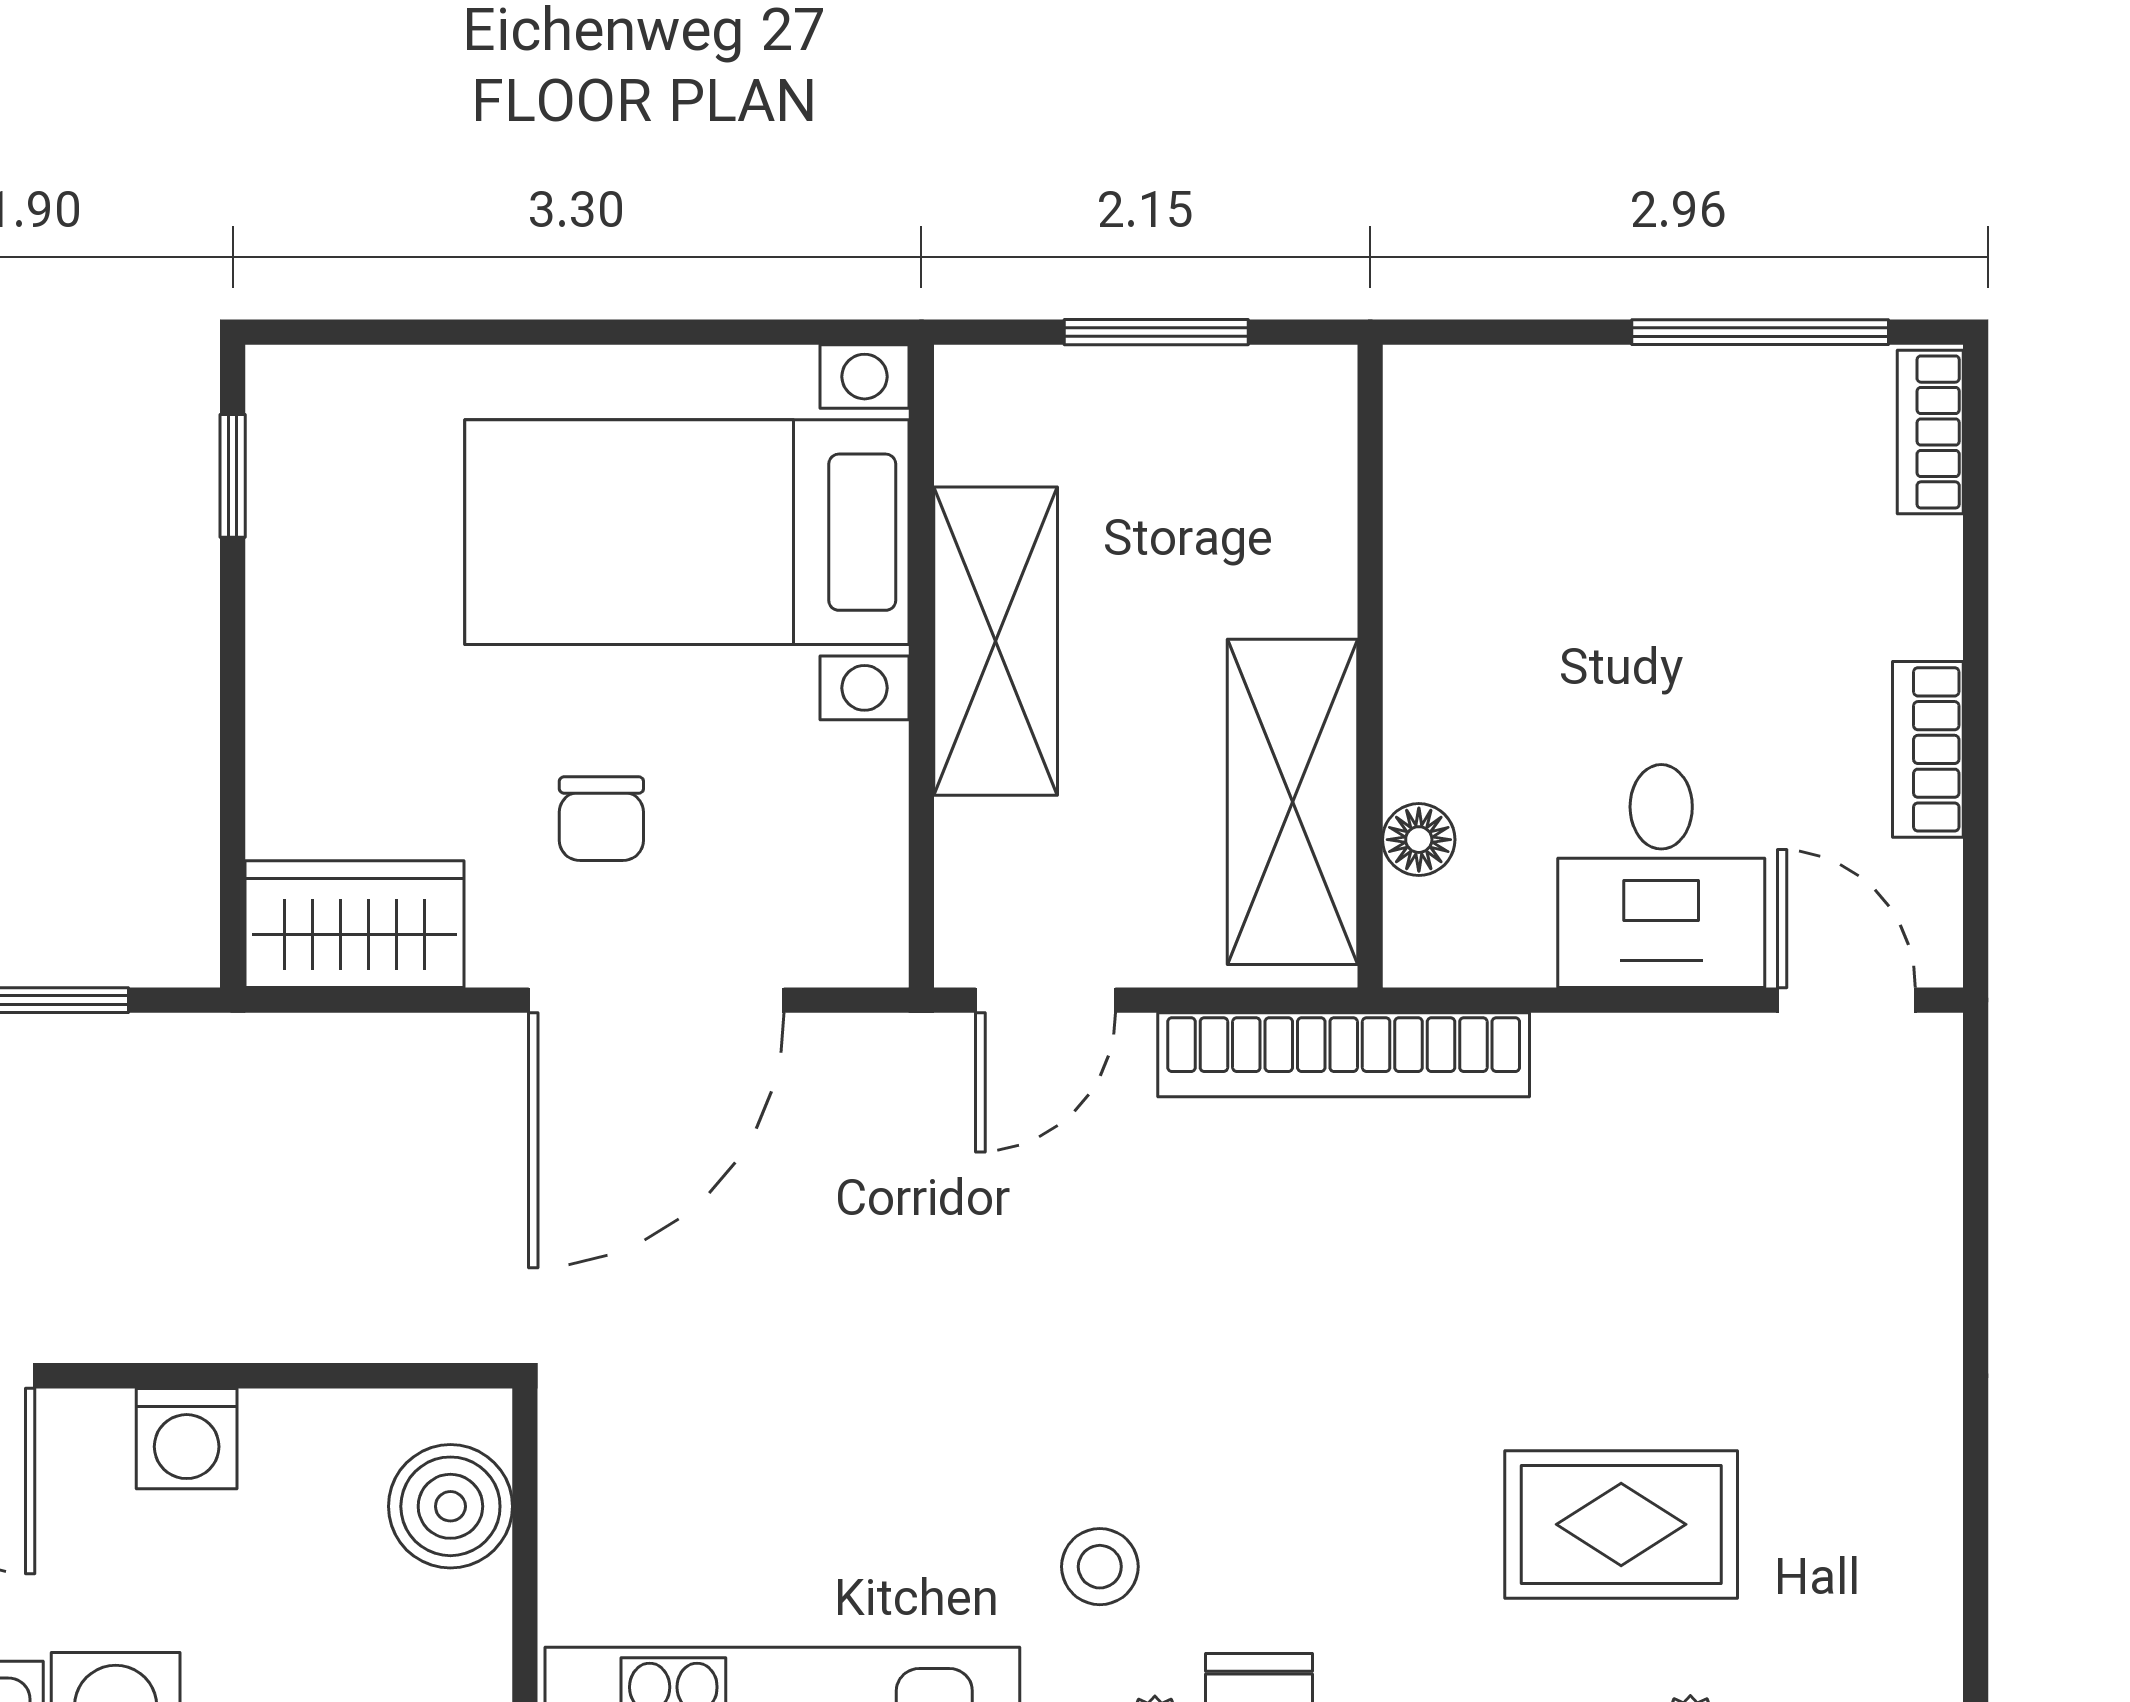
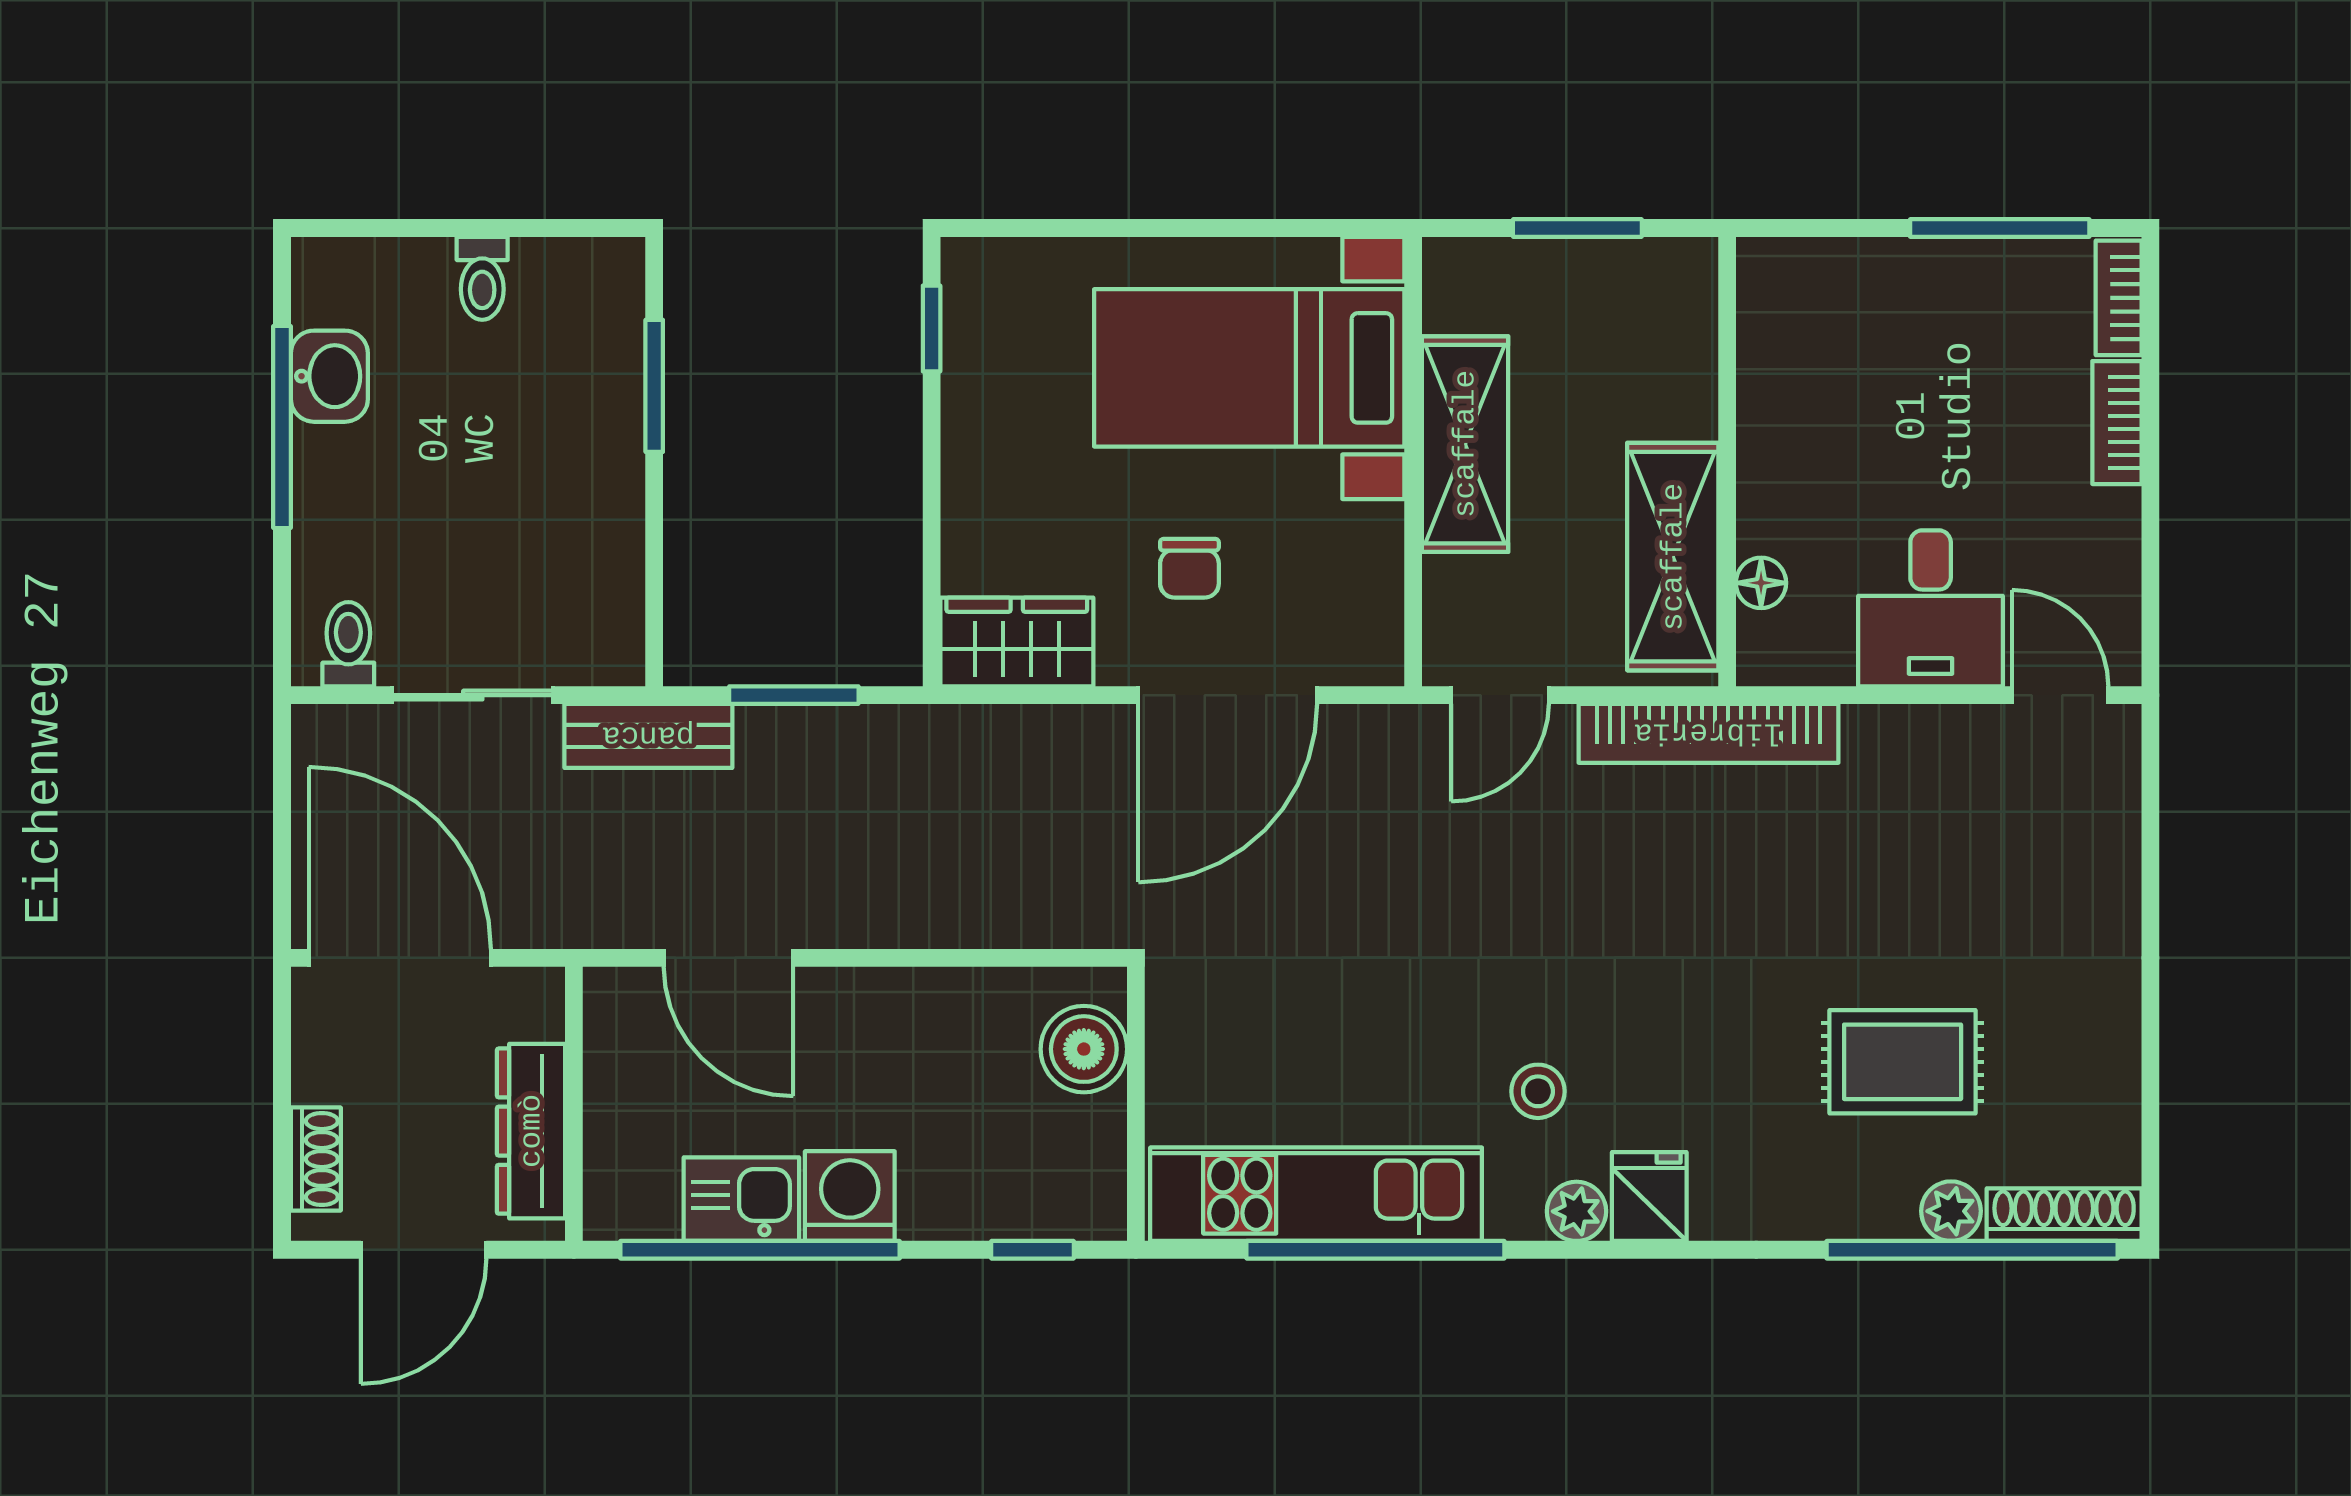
bookcase: (1928, 749) -> (2117, 423), moved
washing machine: (187, 1439) -> (899, 1002), removed

